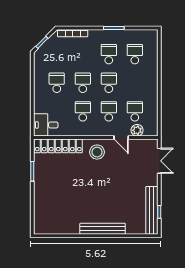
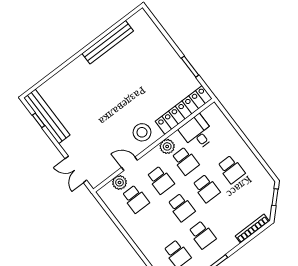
desk: (46, 125) -> (197, 133), moved, turned -90
plant: (88, 130) -> (167, 146), added
bench: (103, 229) -> (108, 42), moved

